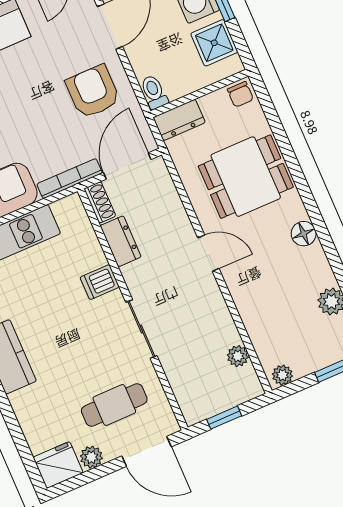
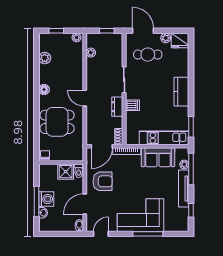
shower: (214, 43) -> (66, 172), moved
armchair: (93, 92) -> (103, 181), turned -90
dresser: (179, 120) -> (74, 155), removed
dresser: (121, 241) -> (117, 107), moved

